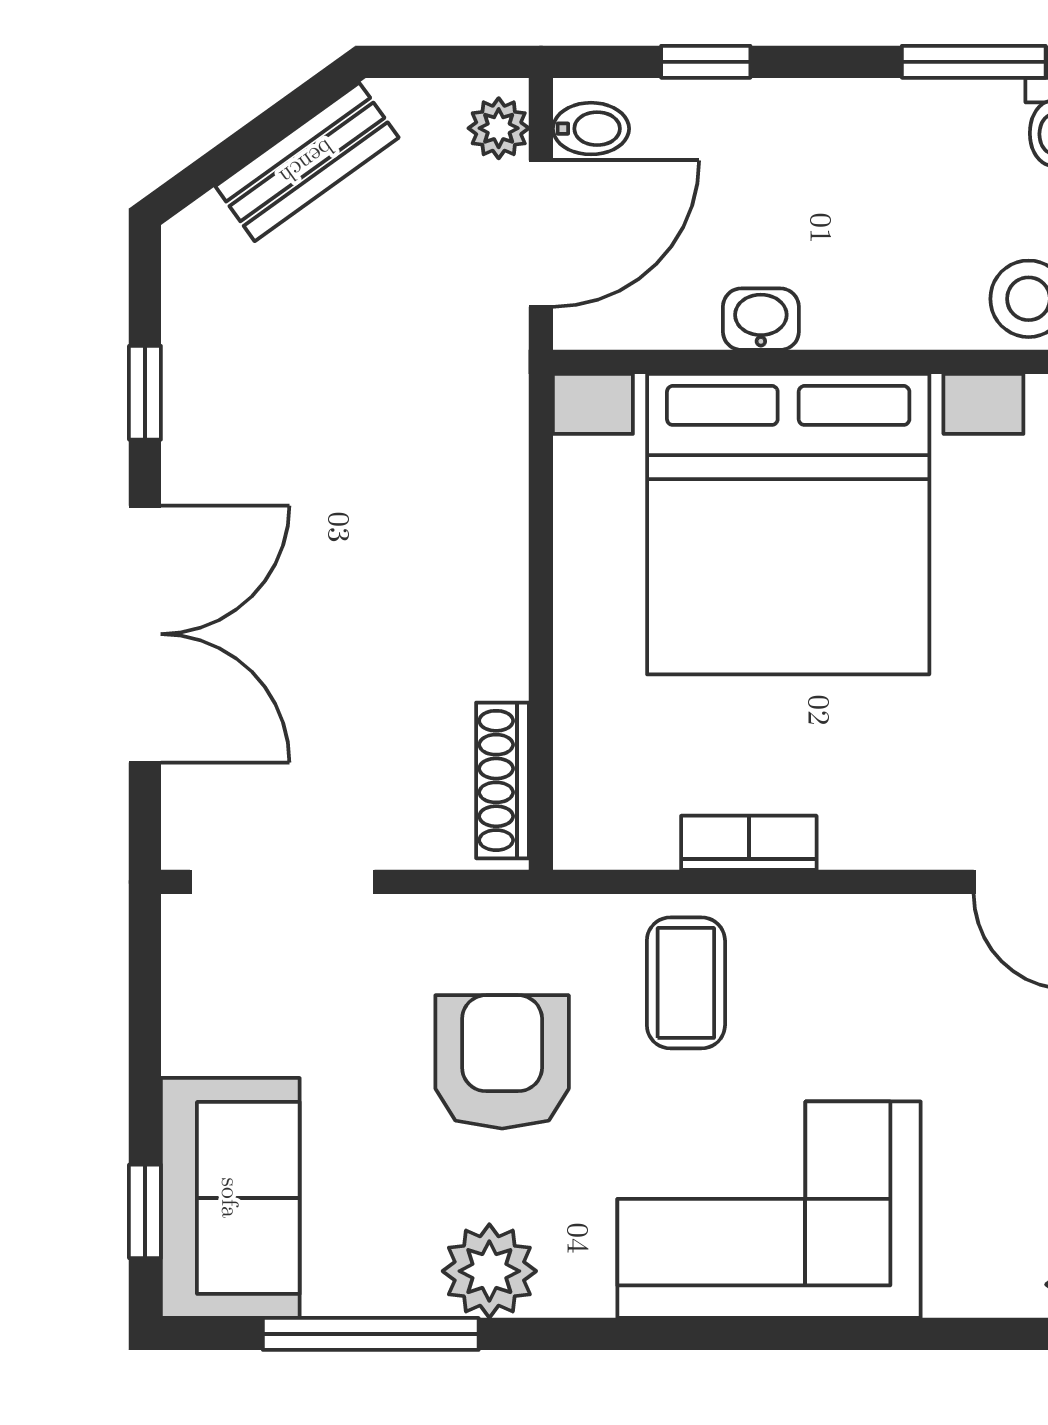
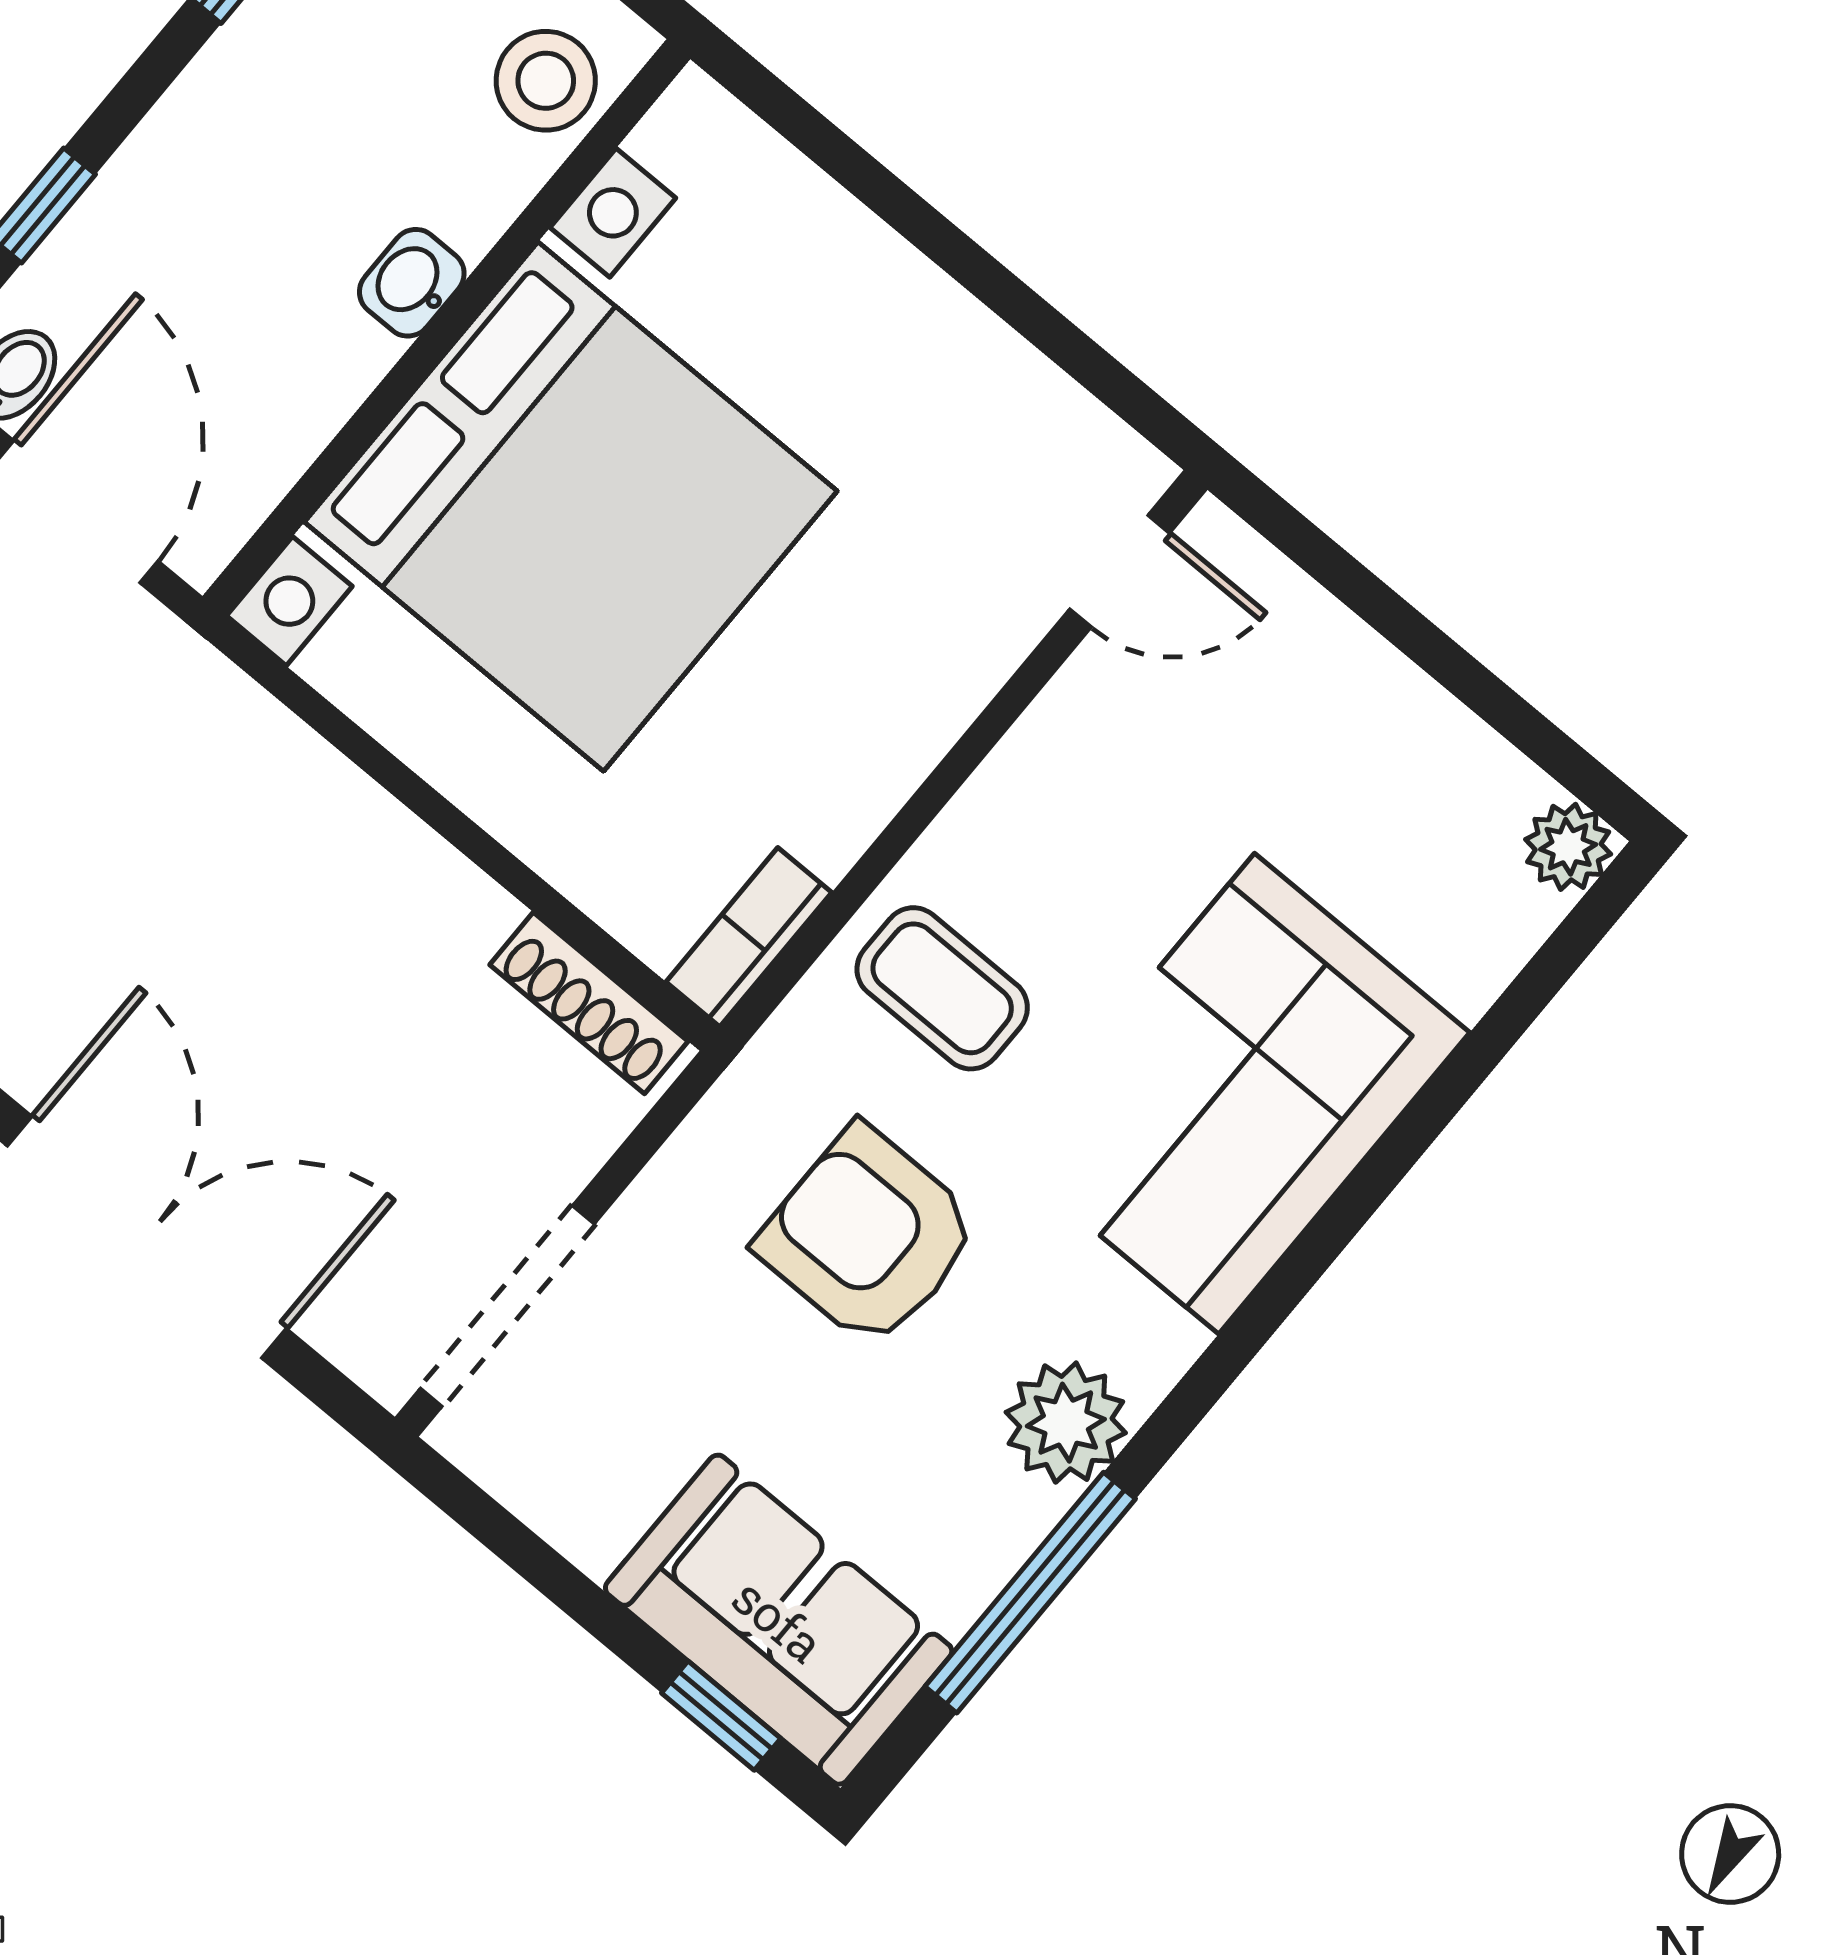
washbasin: (761, 319) -> (412, 283), moved
bookcase: (749, 843) -> (749, 937), moved

